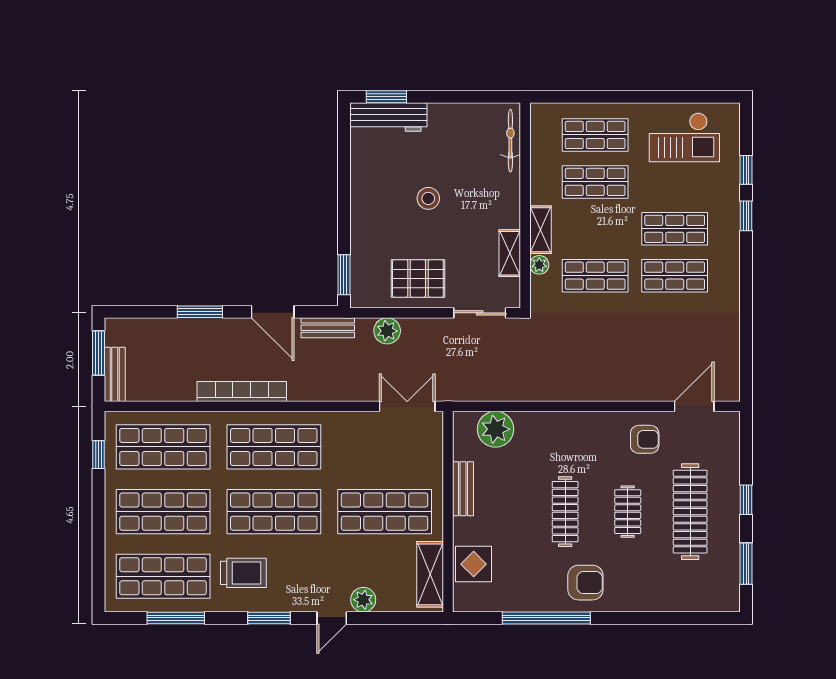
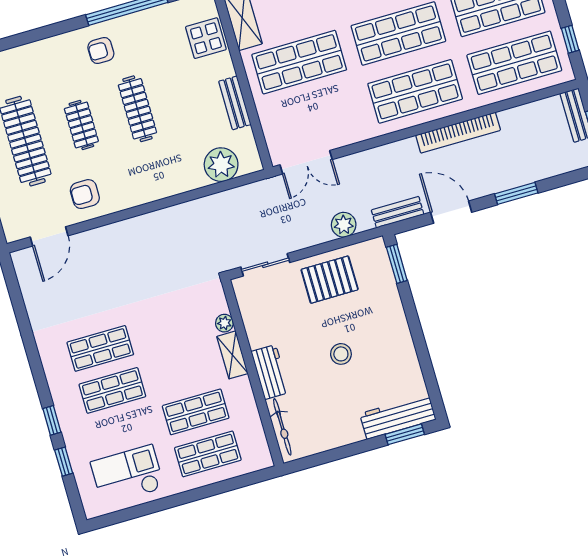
workbench: (507, 201) -> (270, 372), added
shelving: (510, 253) -> (254, 326), removed
shop shelf: (595, 276) -> (171, 328), removed
armchair: (585, 583) -> (101, 51), width x0.72, depth x0.72

